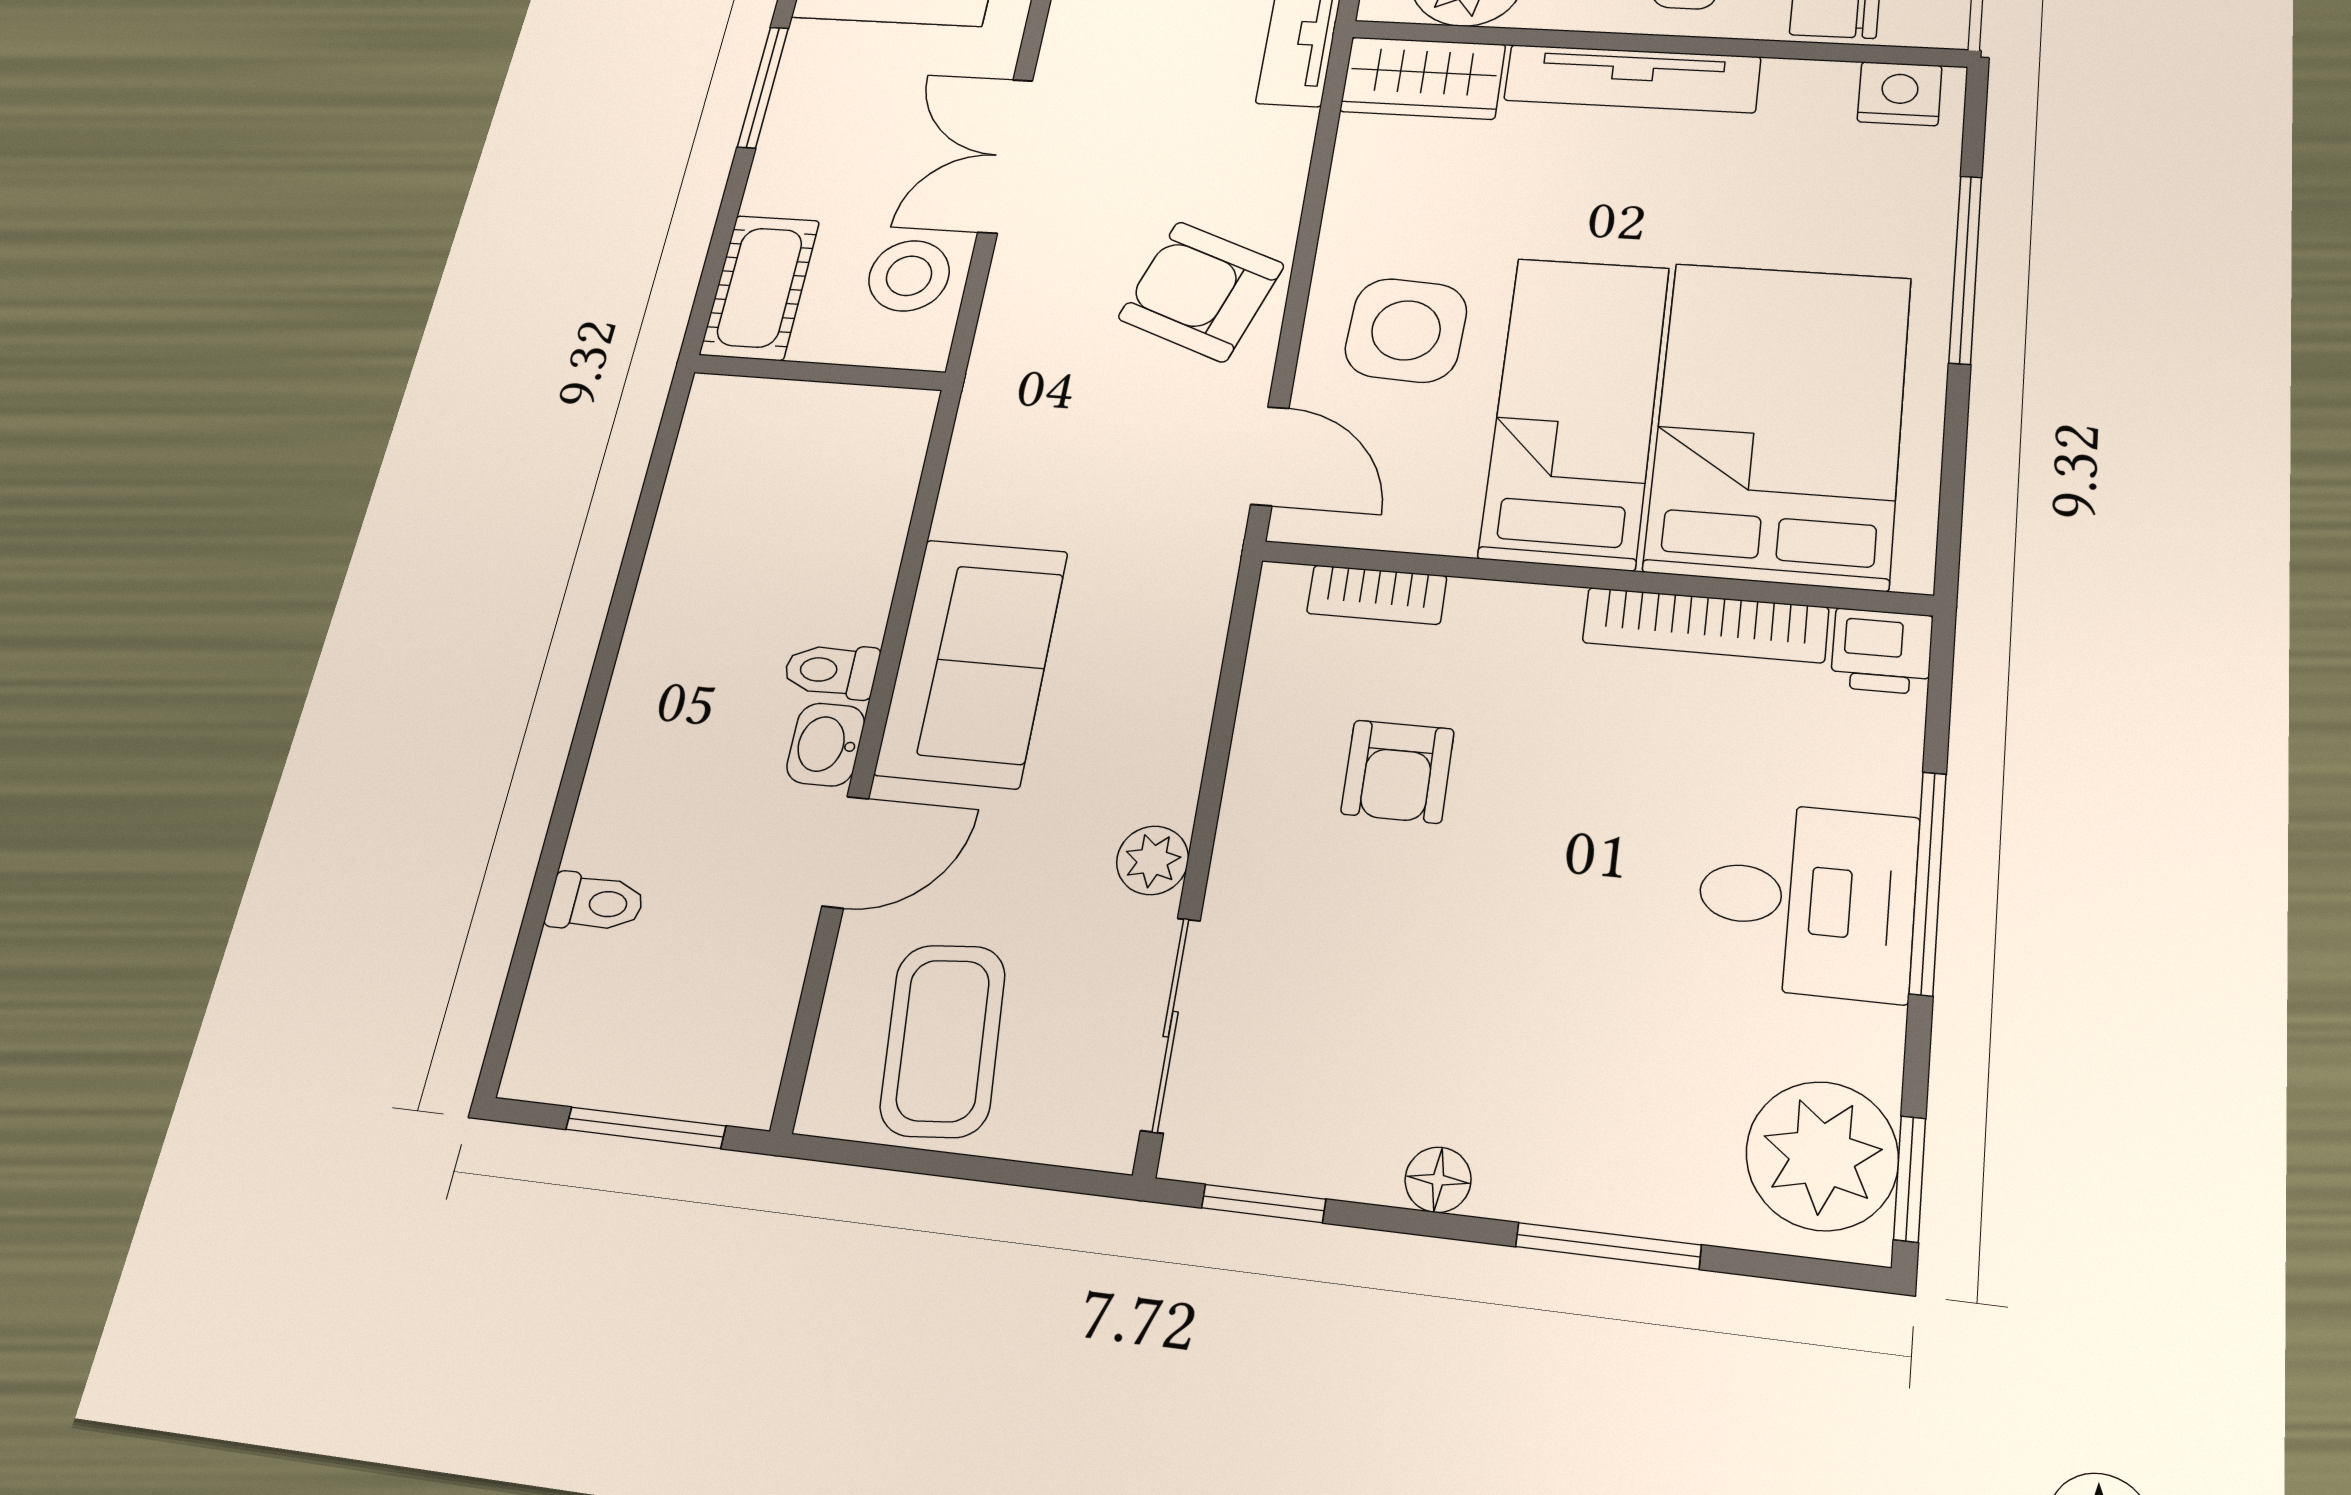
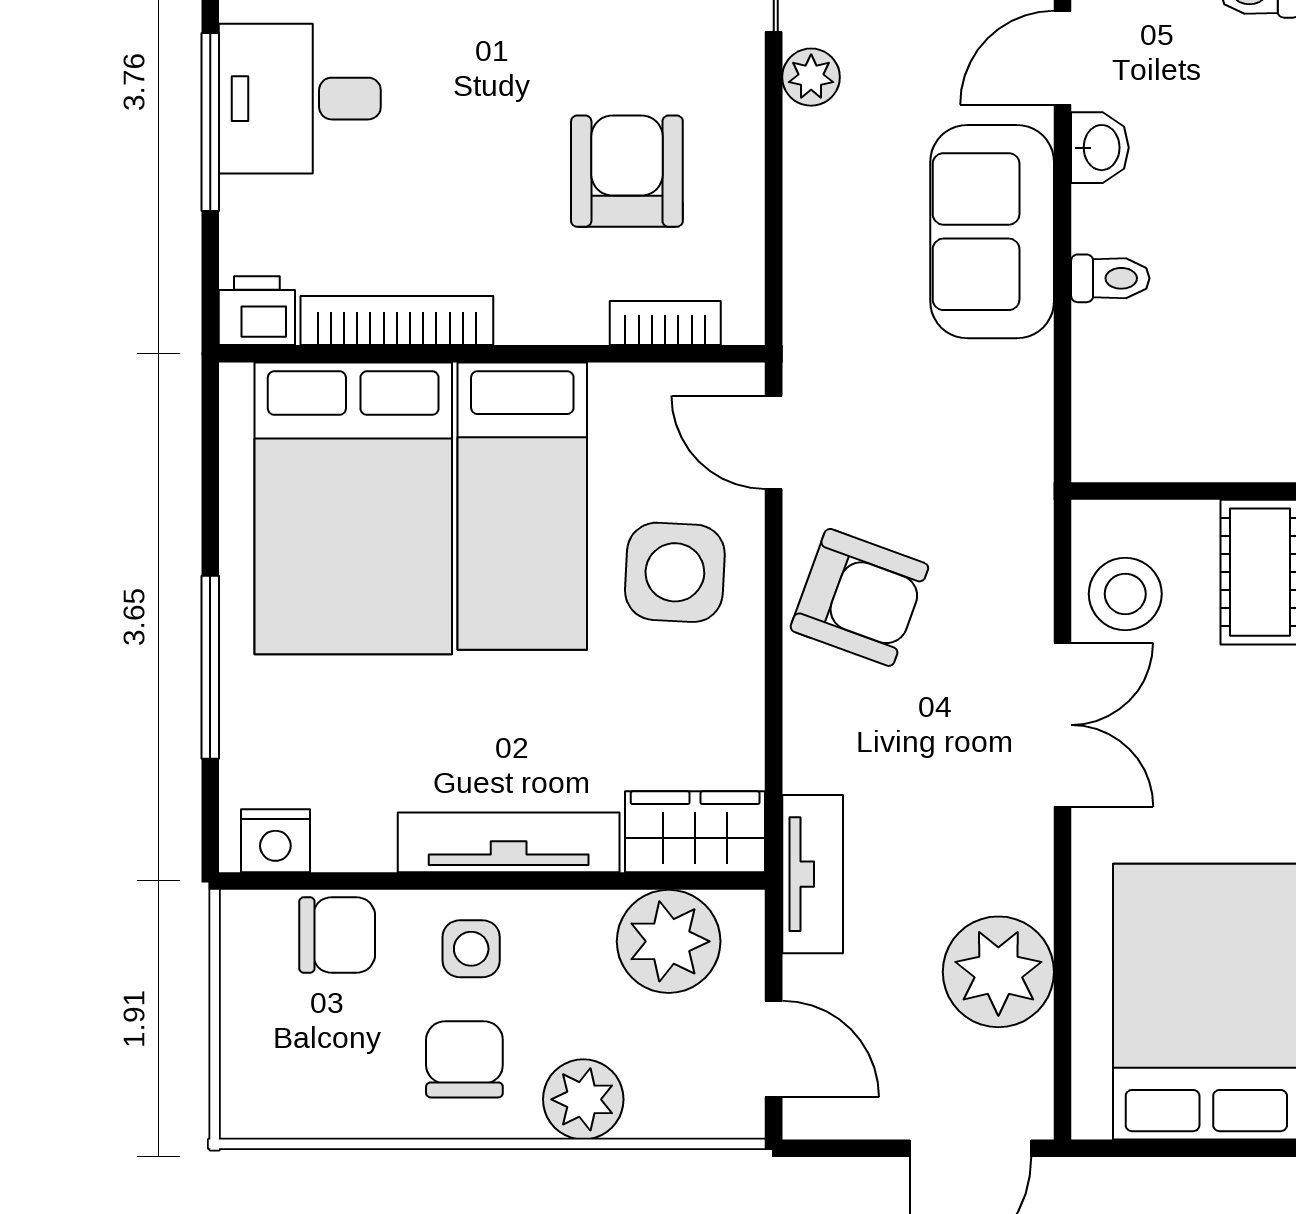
toilet: (831, 671) -> (1110, 278), moved
armchair: (1398, 771) -> (627, 171), width x1.38, depth x1.38

